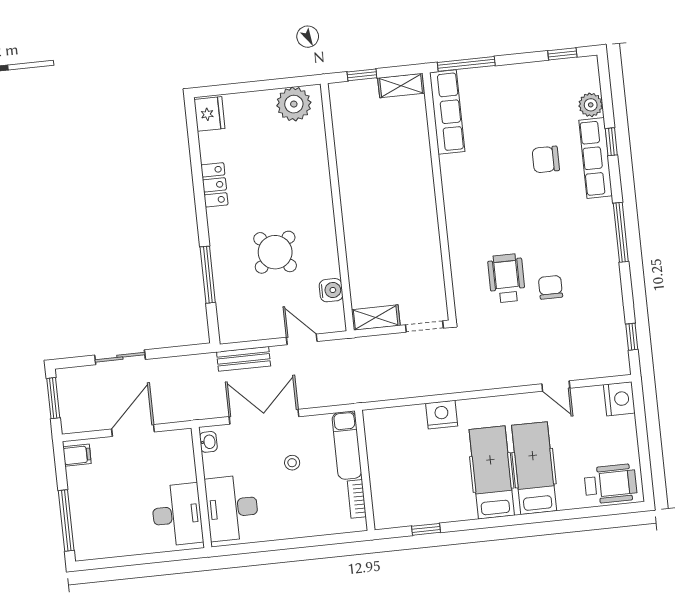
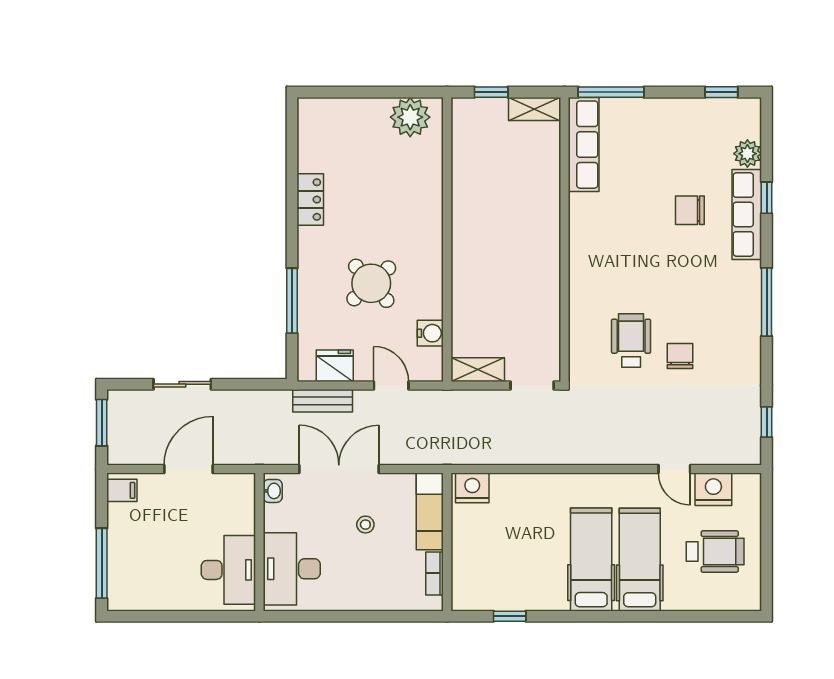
fridge: (209, 114) -> (335, 366), moved, turned -90
nightstand: (619, 399) -> (713, 489), moved, turned -90
nightstand: (442, 415) -> (472, 488), moved
wheelchair: (611, 484) -> (715, 552), moved

